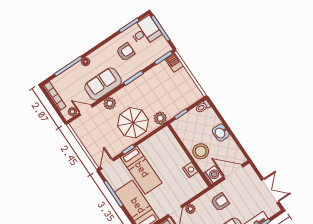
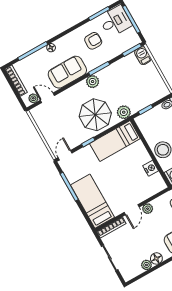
plant: (110, 103) -> (93, 82), moved
bed: (141, 170) -> (115, 141), moved, turned 90

